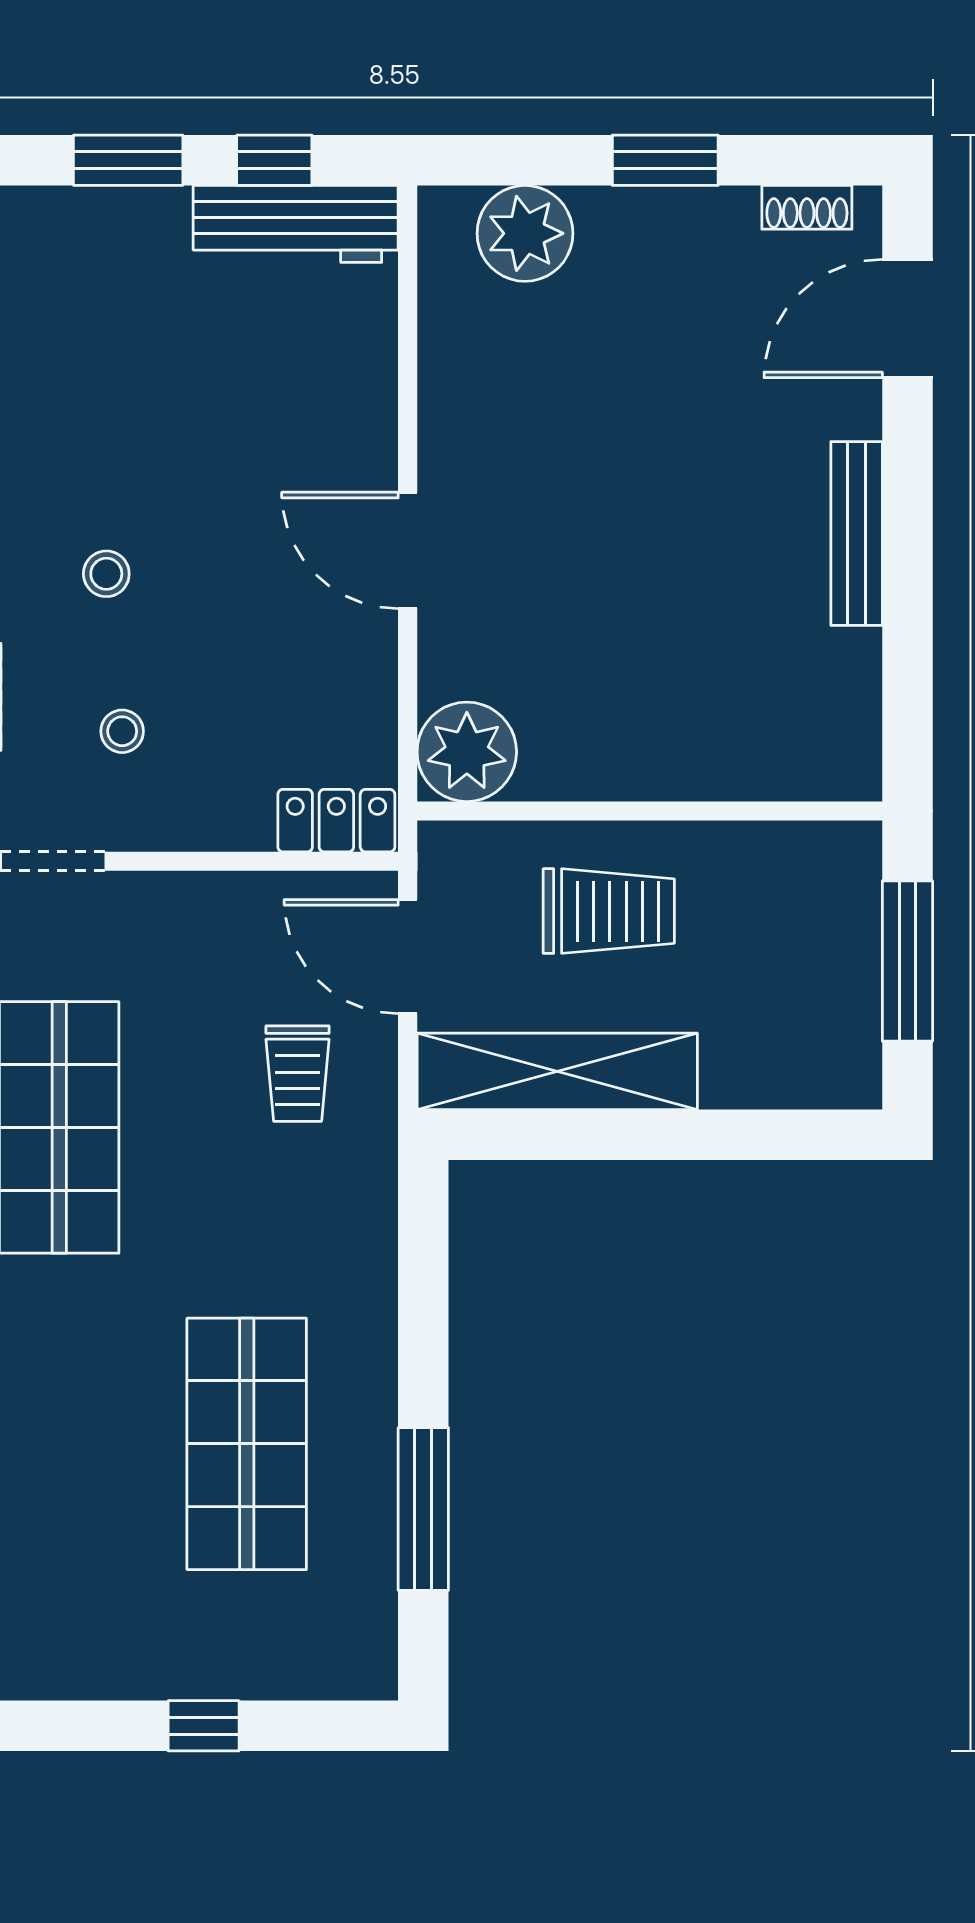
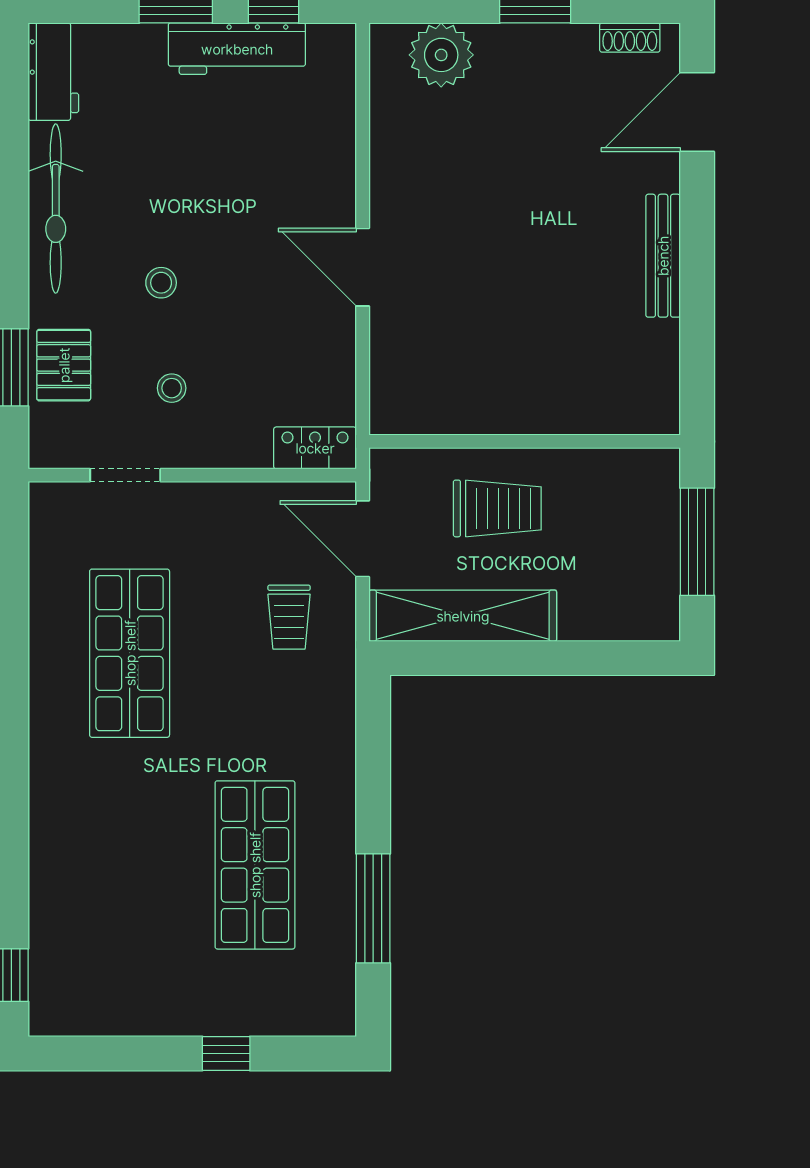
workbench: (296, 224) -> (237, 49), moved
plant: (467, 752) -> (402, 402), removed

